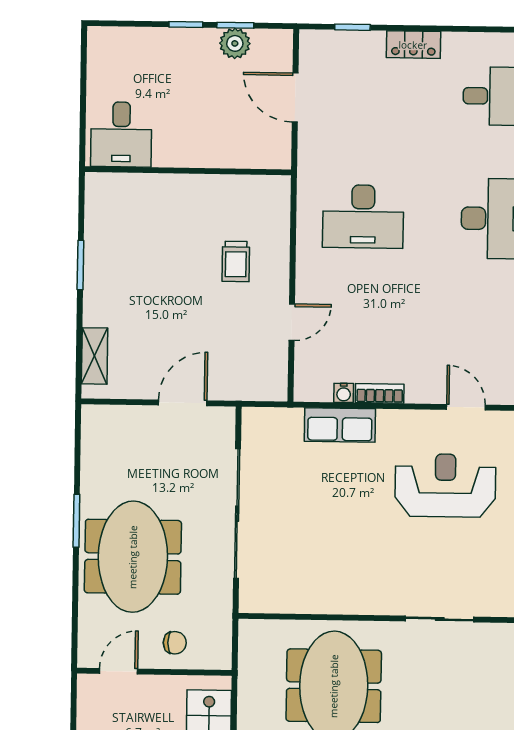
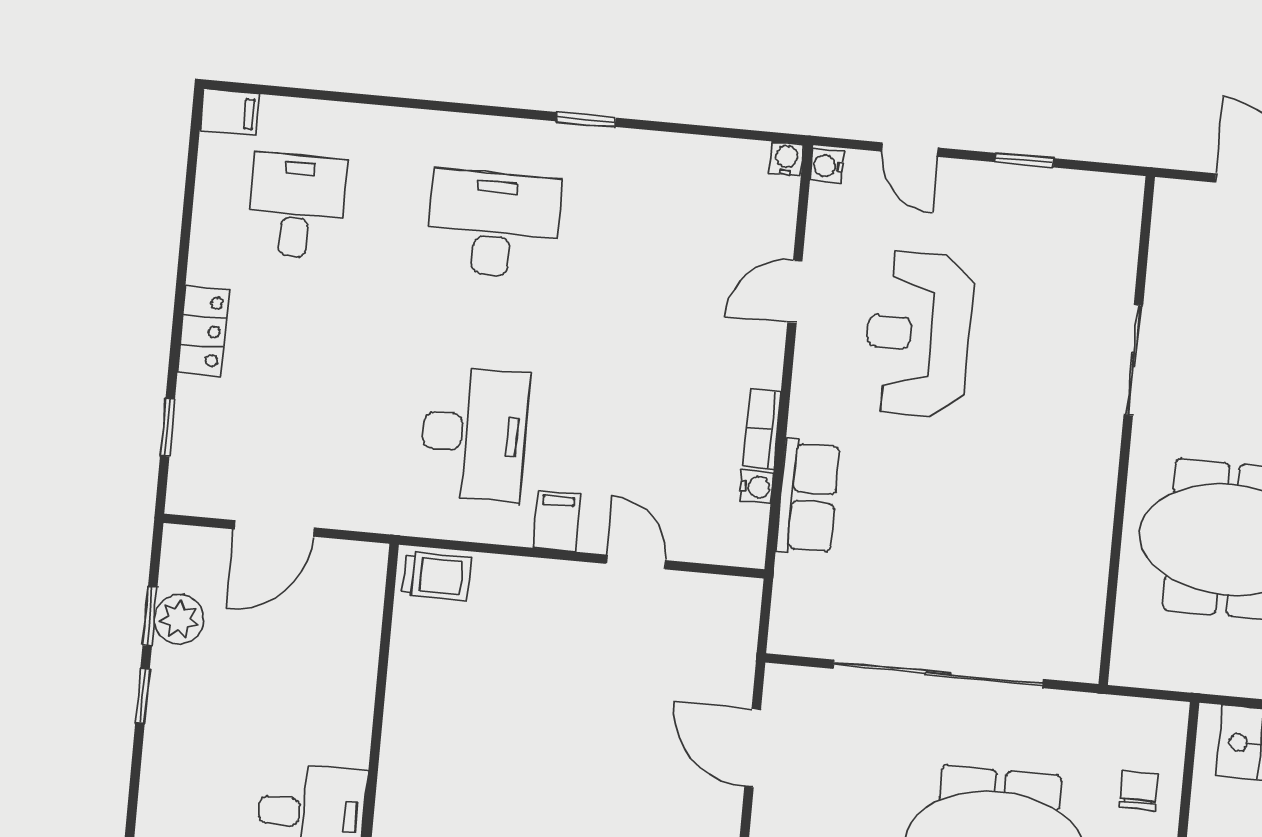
trolley: (236, 261) -> (437, 576), moved
filing cabinet: (313, 271) -> (557, 521), added

